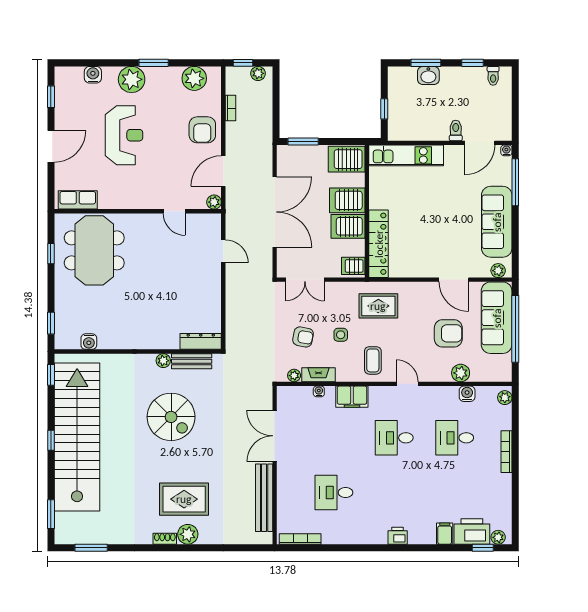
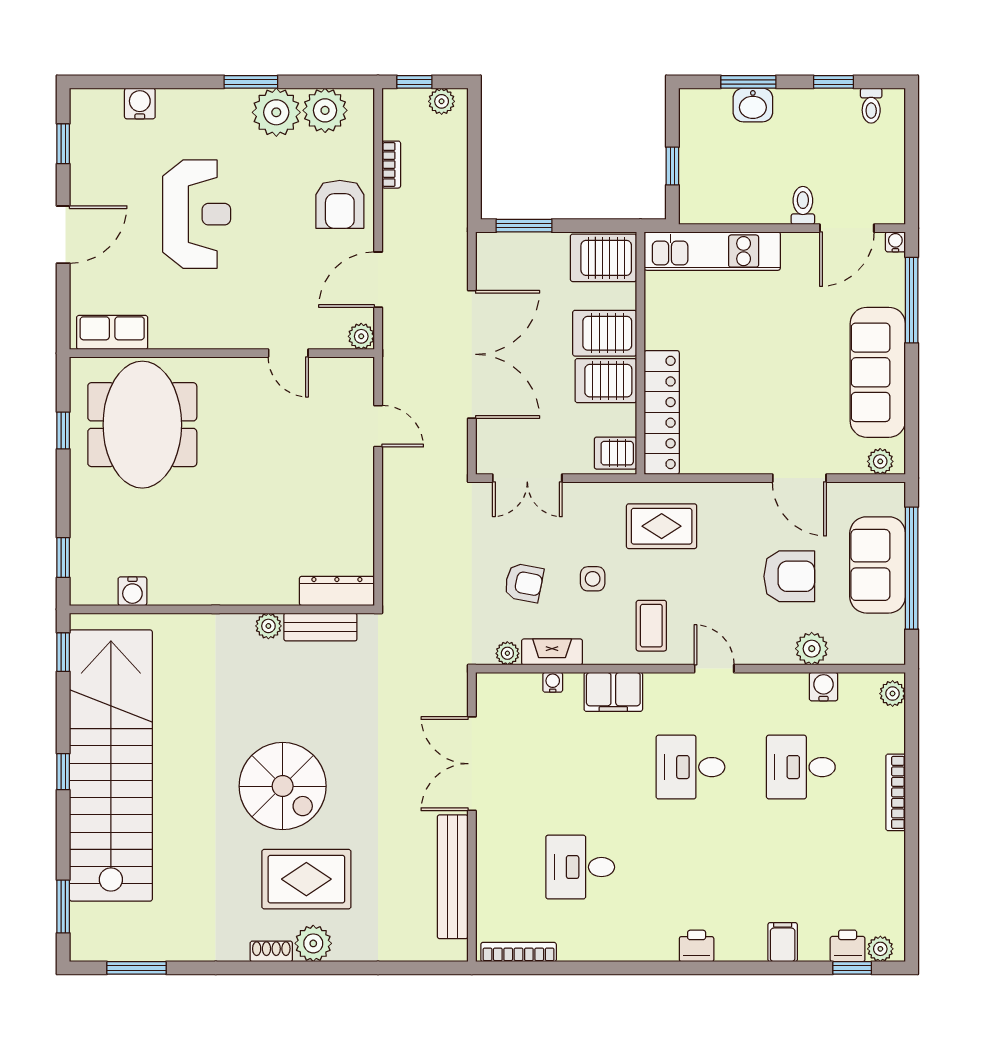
plant: (132, 79) -> (276, 112), moved
sofa: (497, 318) -> (878, 565), width x0.73
spiral stairs: (171, 417) -> (283, 786), moved
printer: (472, 531) -> (848, 946), width x0.53, depth x0.68

